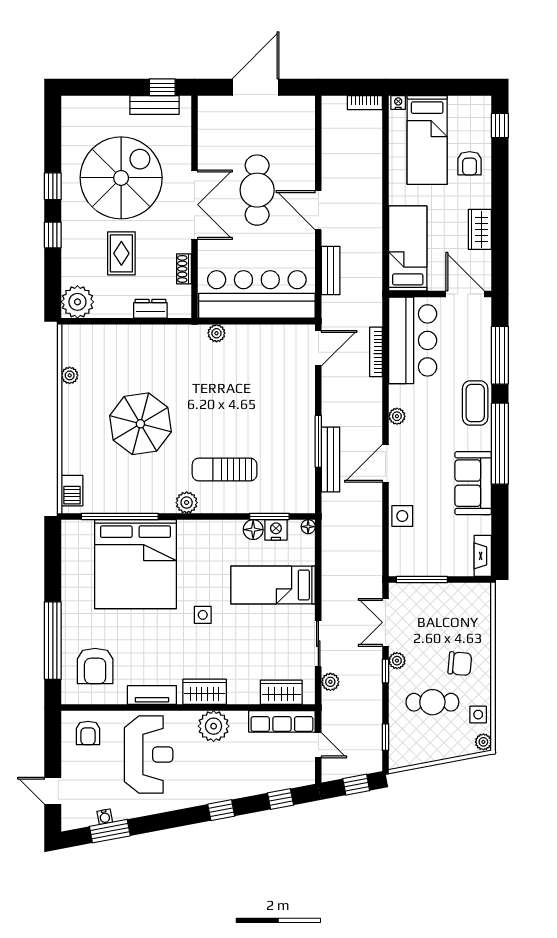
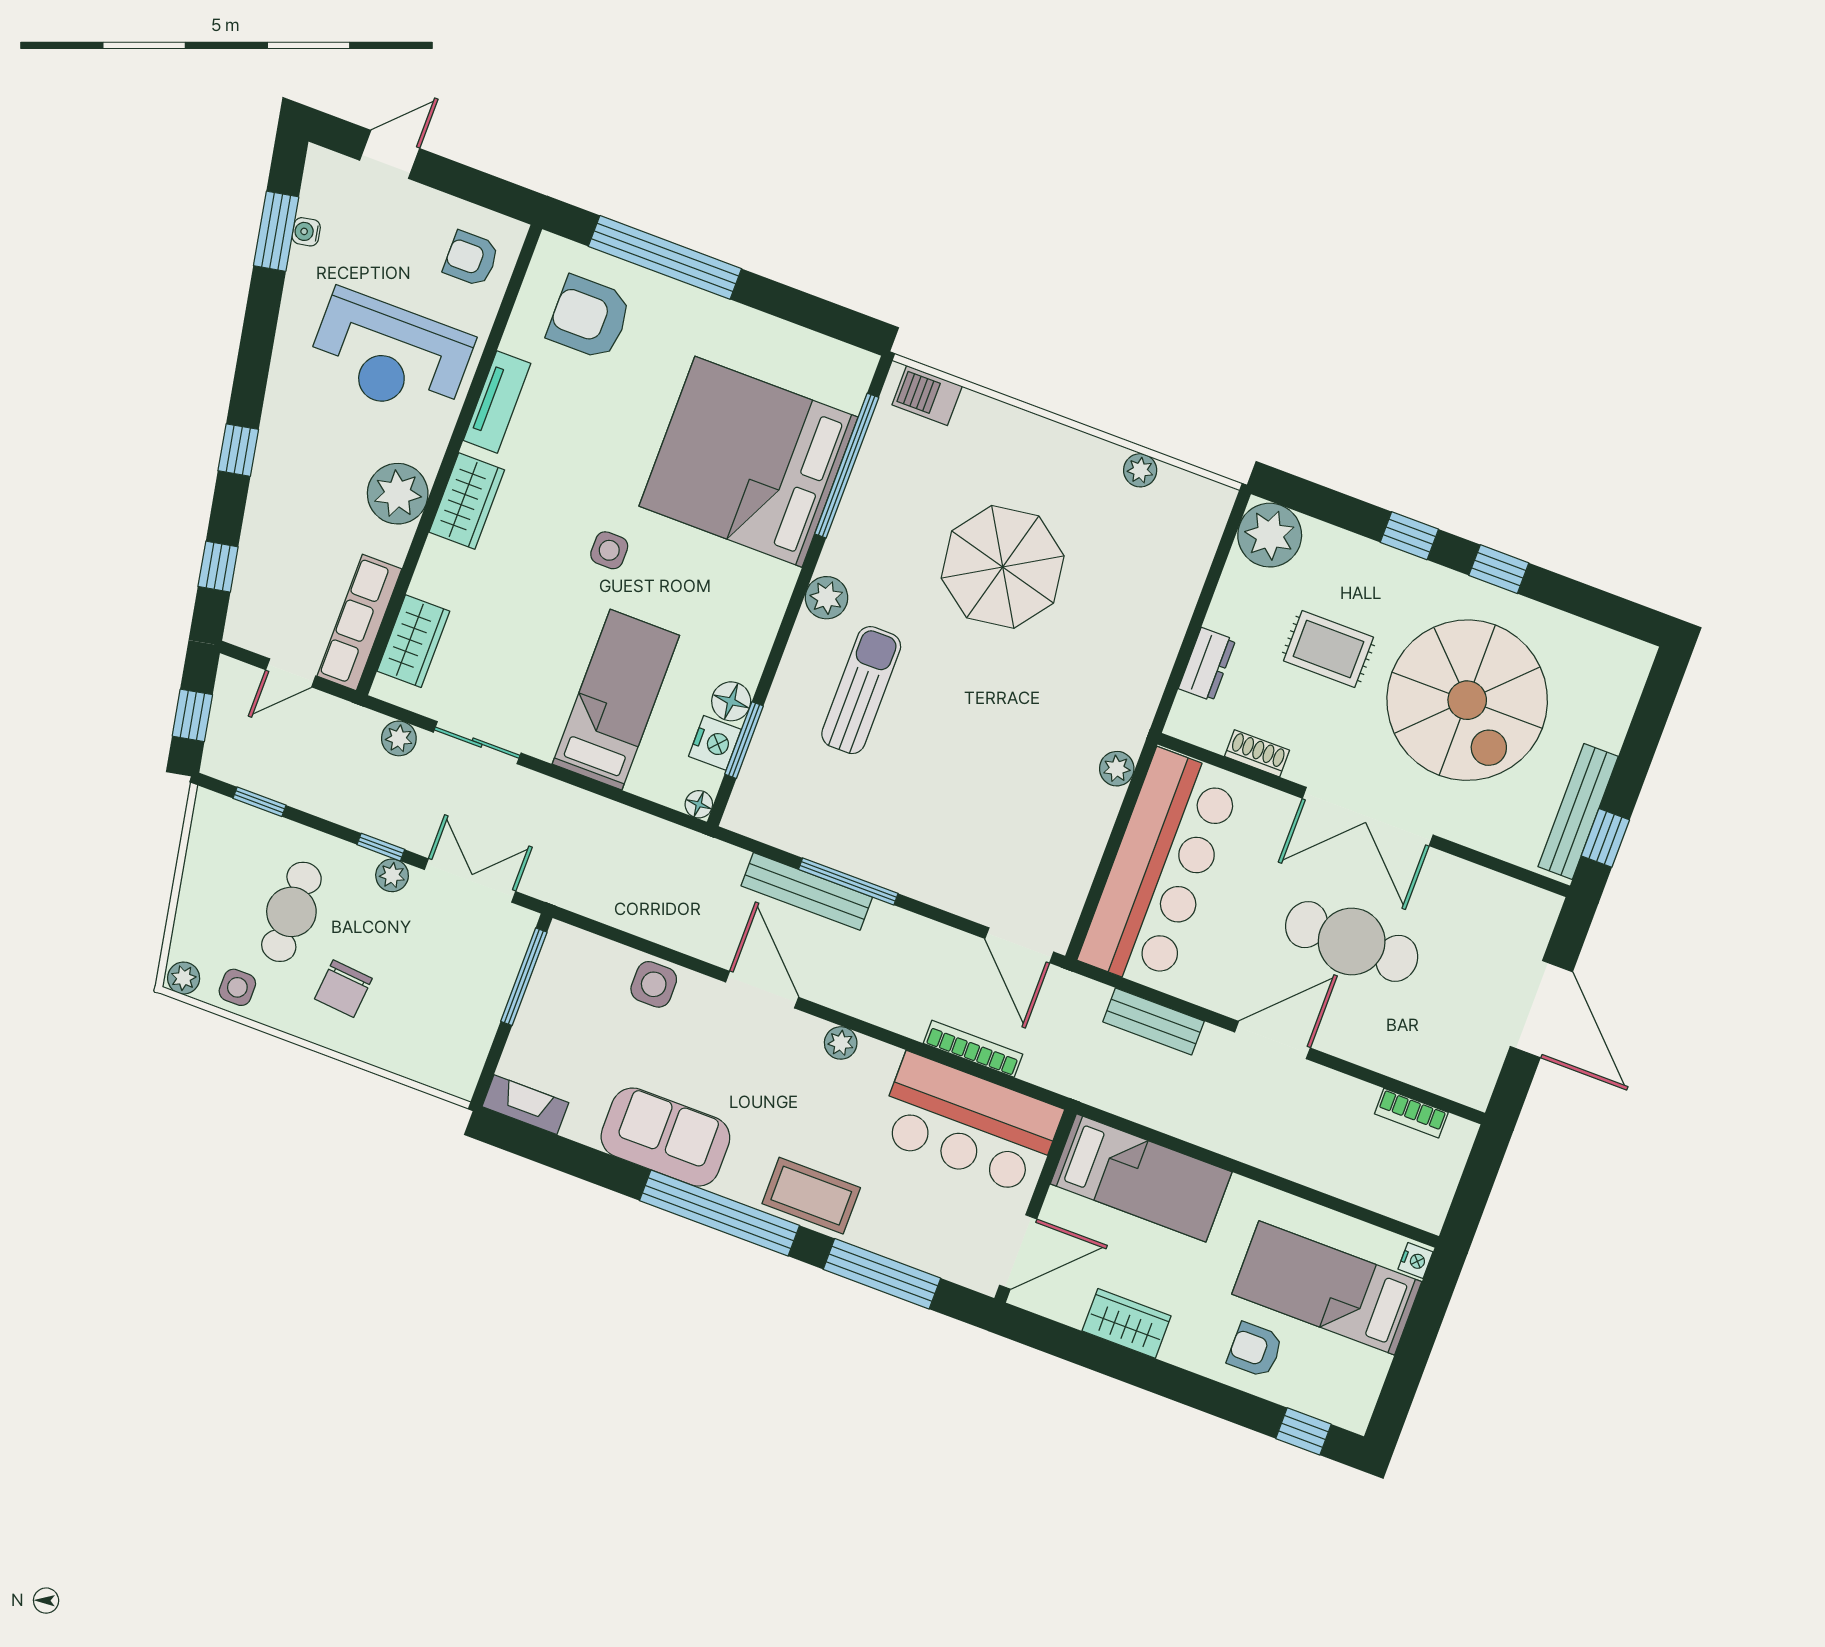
bookcase: (365, 103) -> (1411, 1113), moved, turned -90
bench: (154, 105) -> (1578, 811), width x1.36

